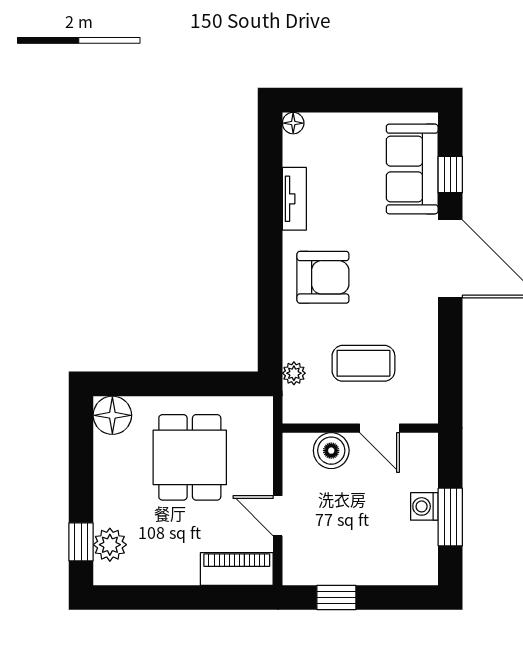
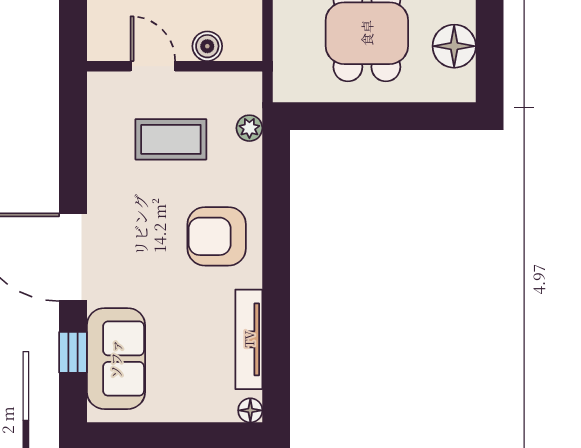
tv unit: (294, 199) -> (249, 339), width x1.41
floor lamp: (112, 415) -> (454, 46), moved
boiler: (331, 451) -> (207, 46), width x0.73, depth x0.73

